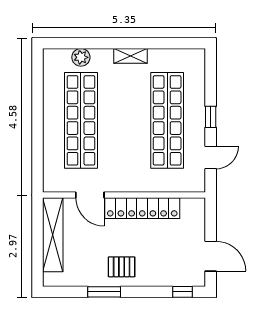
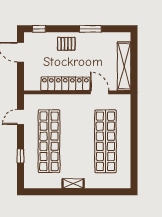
plant: (81, 57) -> (106, 183), removed
window: (211, 117) -> (20, 156), moved
pallet: (122, 267) -> (66, 44), moved

